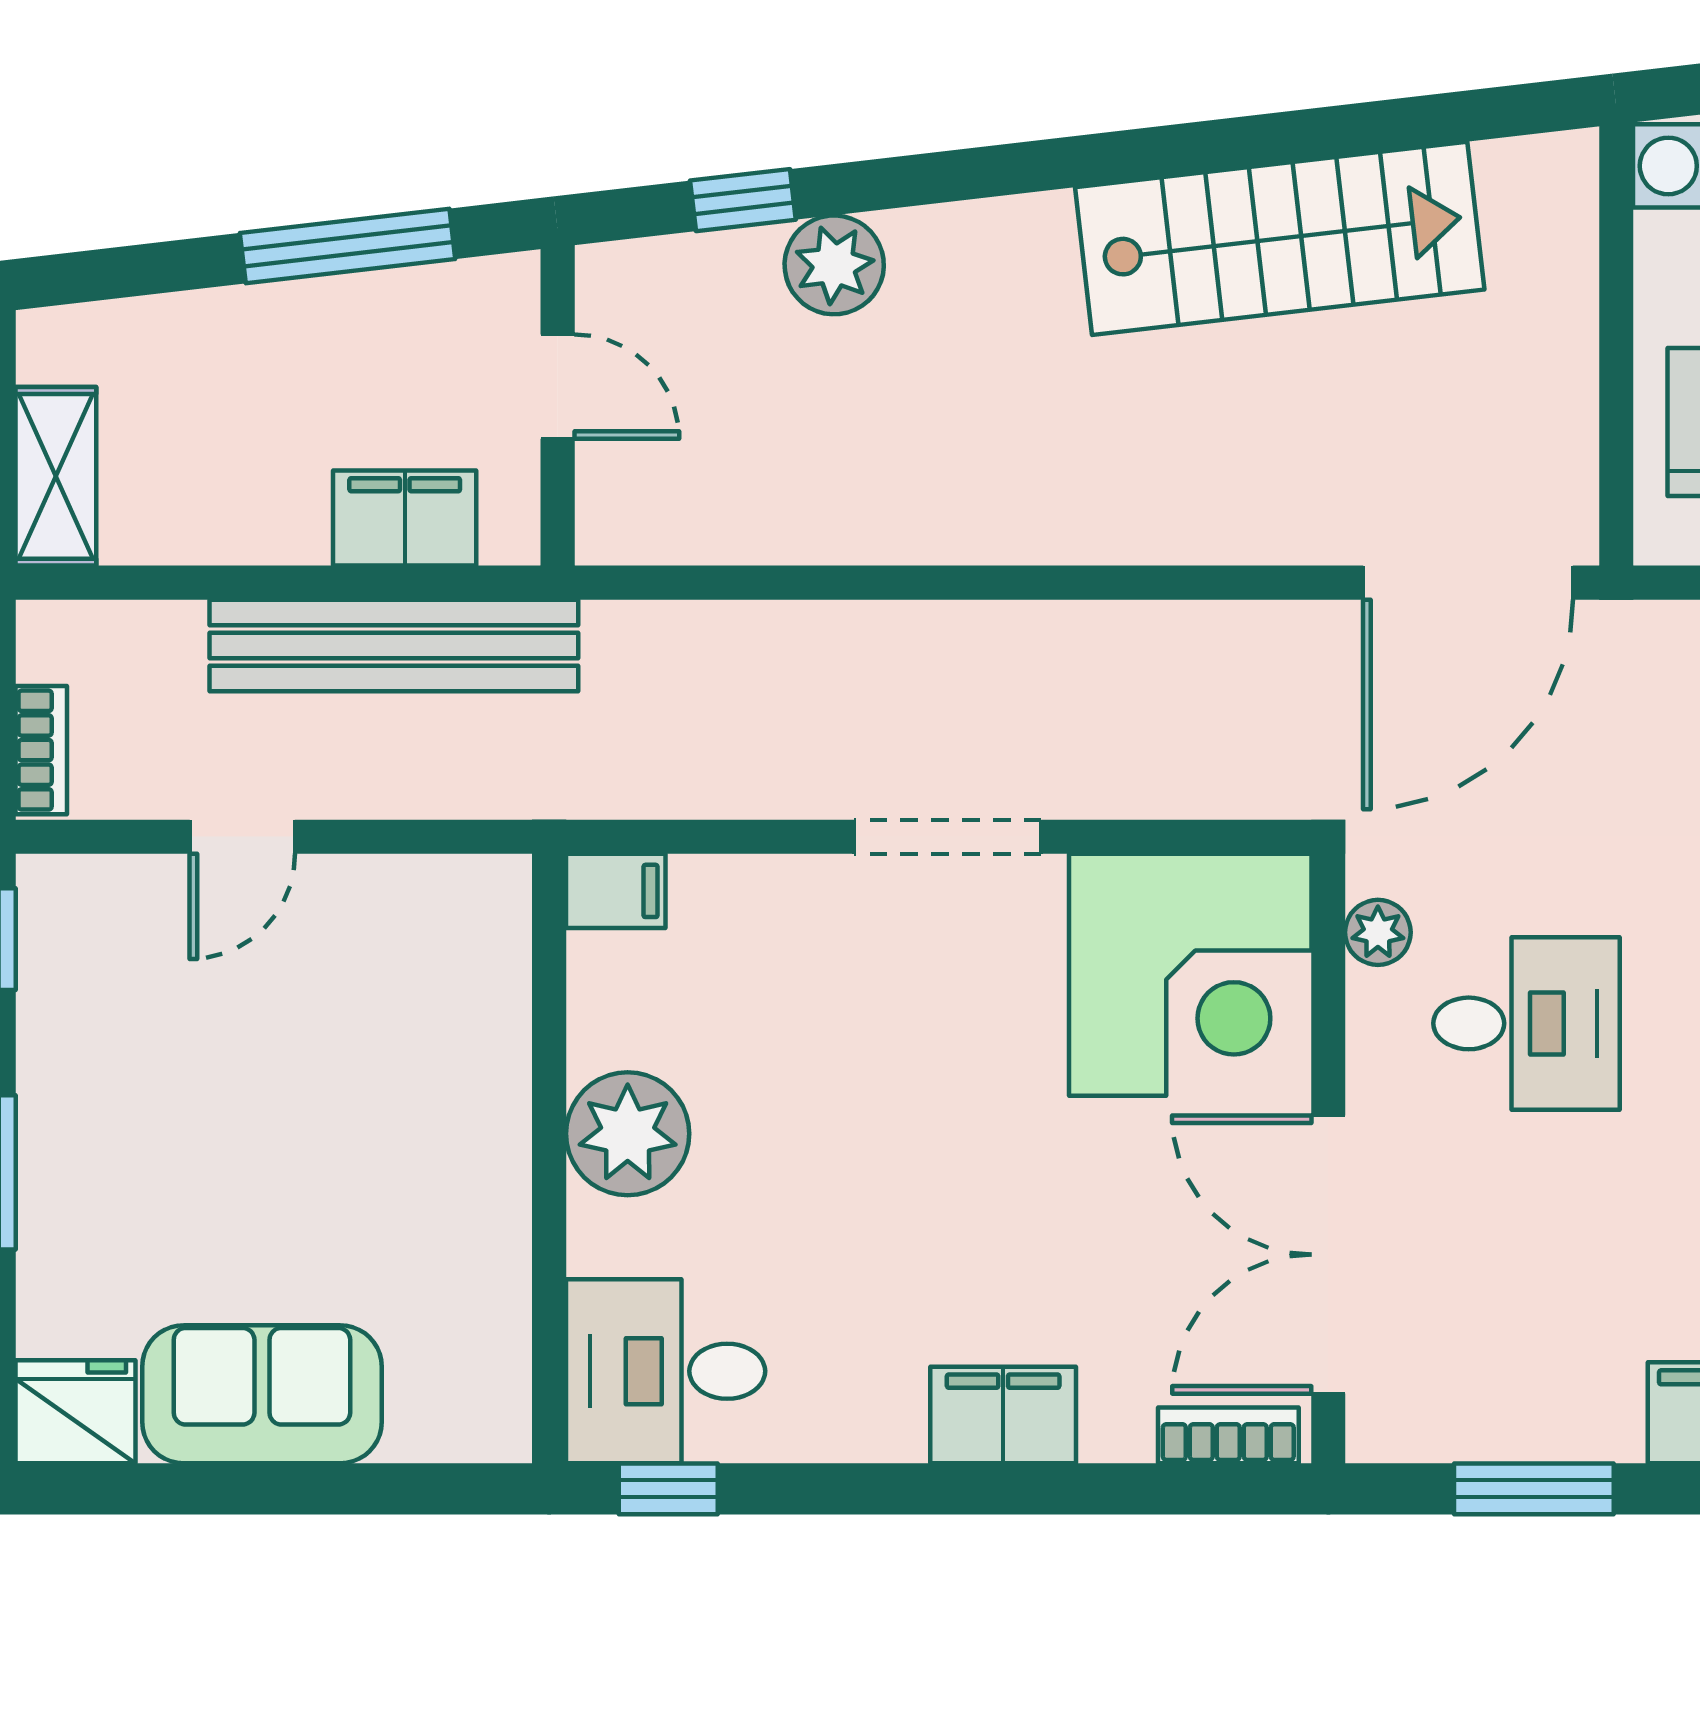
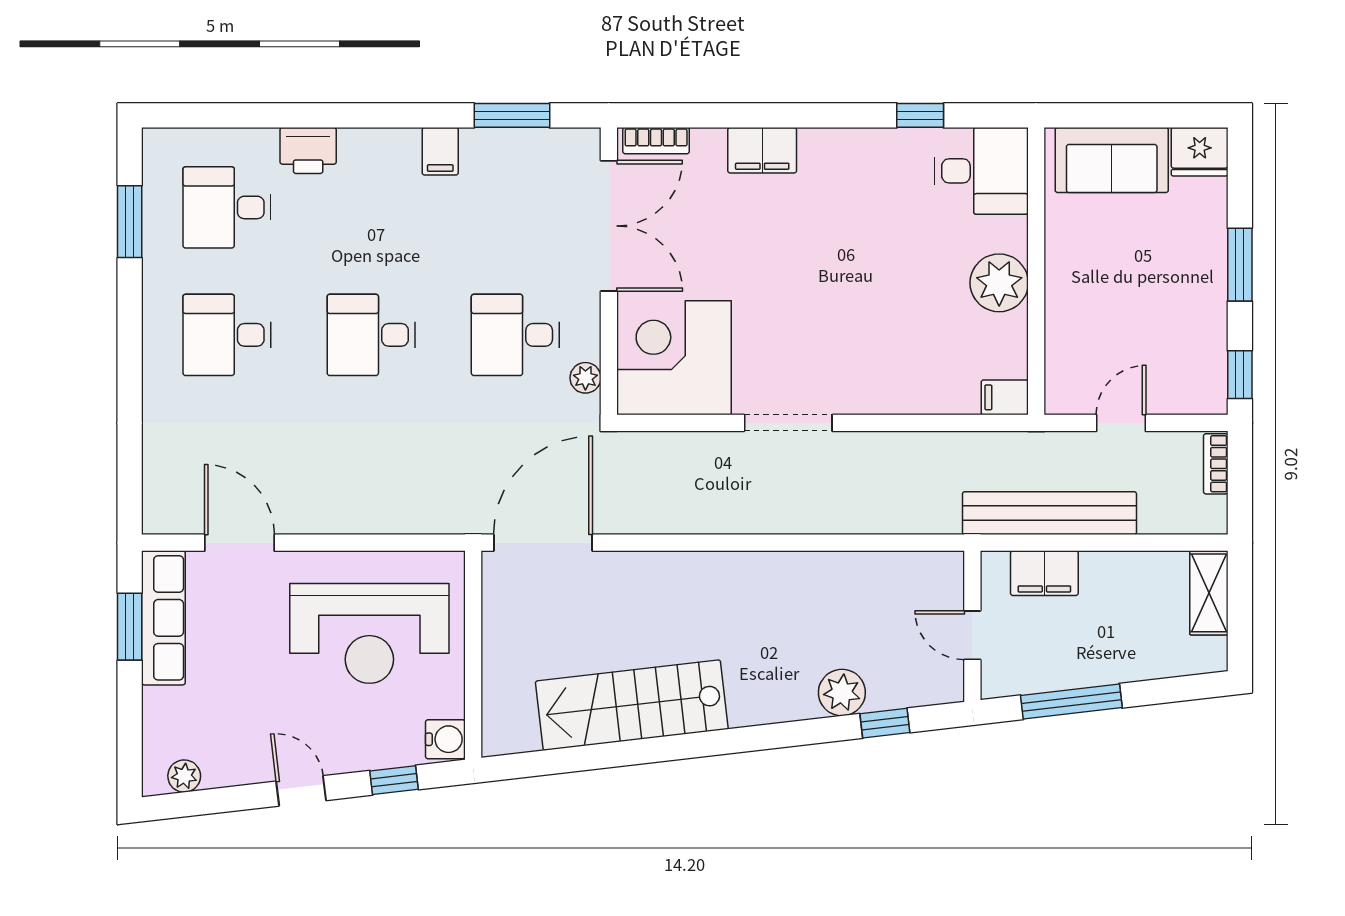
filing cabinet: (616, 891) -> (1005, 397), moved
plant: (628, 1134) -> (999, 283), moved
wall: (549, 1159) -> (1036, 271), moved
desk: (666, 1371) -> (981, 171), moved

